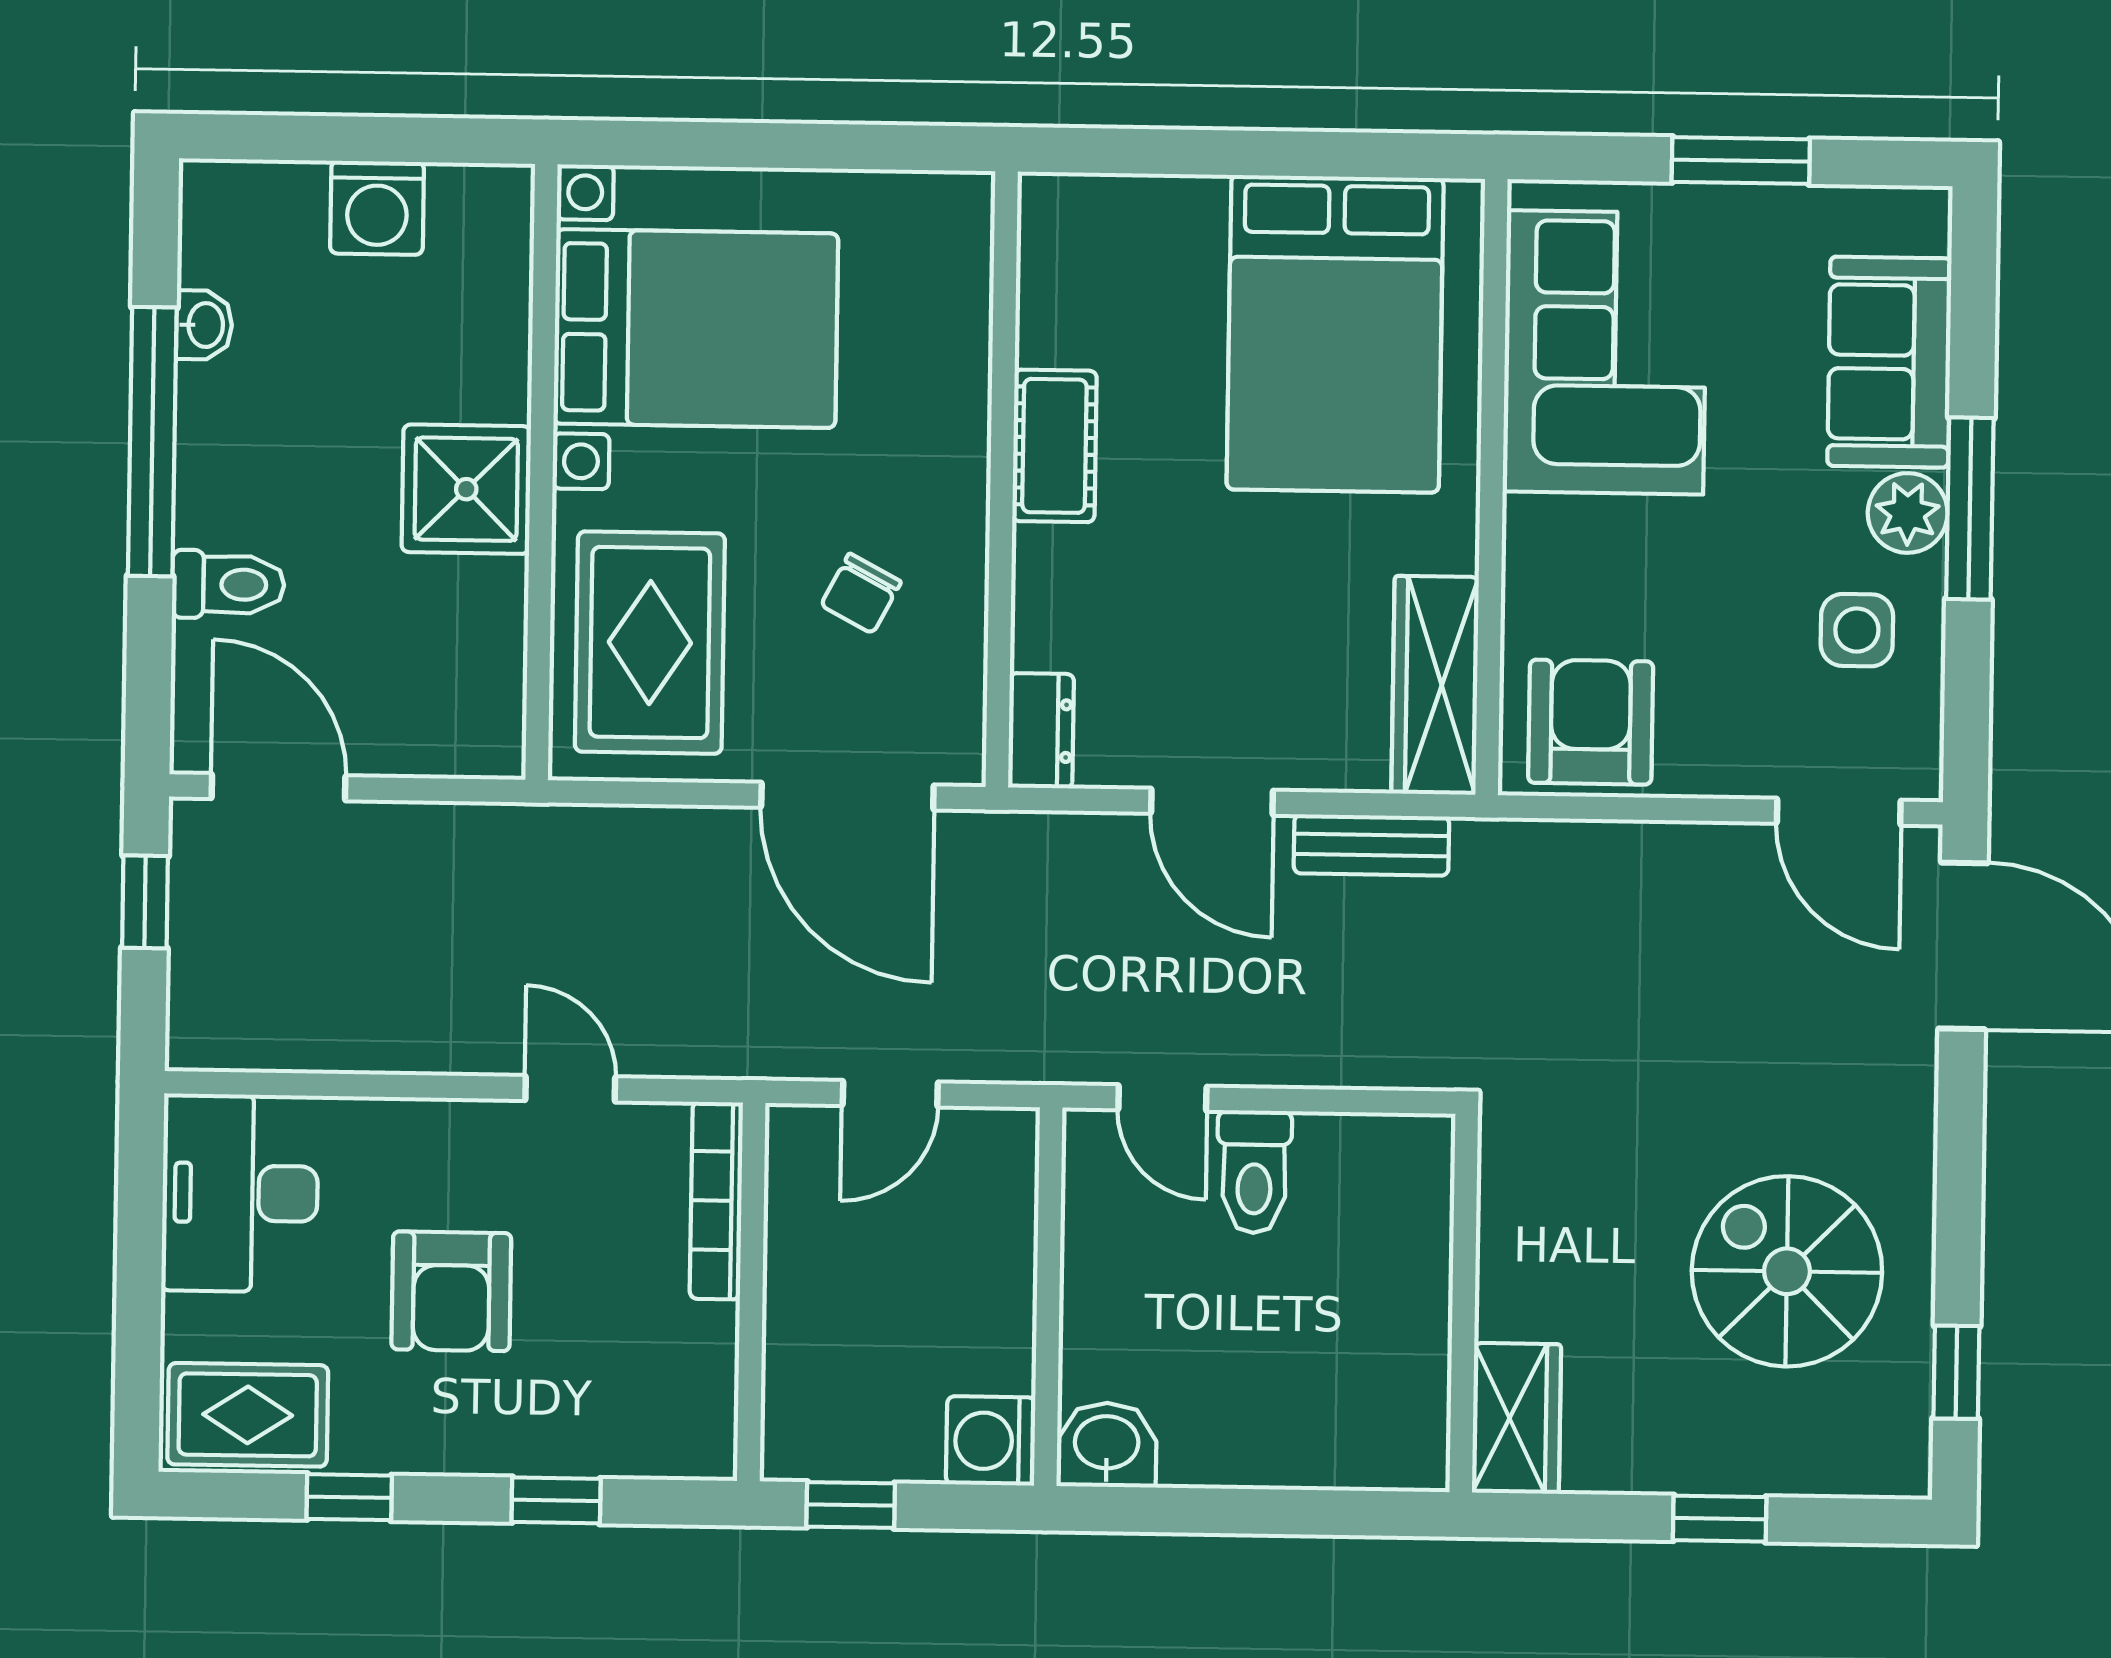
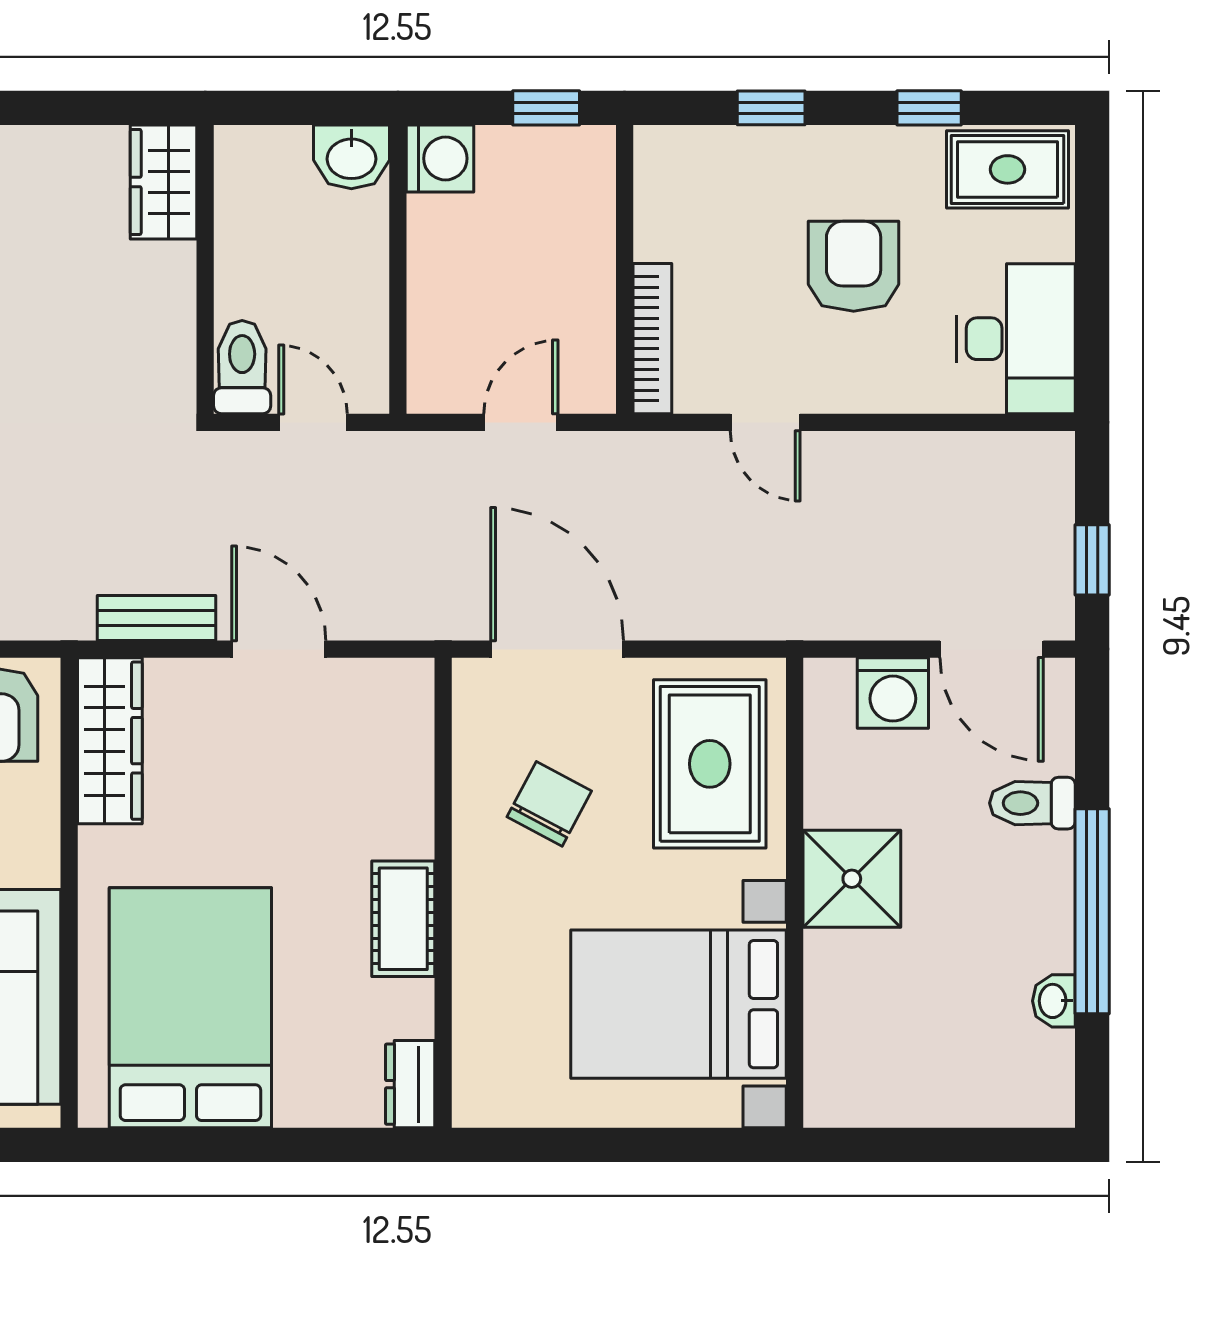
washing machine: (377, 208) -> (893, 693), moved, turned 180
chair: (861, 593) -> (549, 804), width x1.37, depth x1.37
dresser: (1041, 731) -> (410, 1084), moved
wall: (1464, 1303) -> (205, 269), moved
wardrobe: (1516, 1418) -> (164, 182), moved

